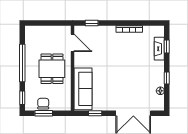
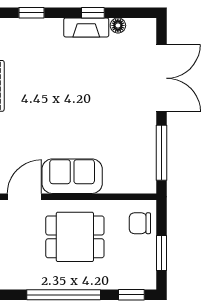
fireplace: (159, 49) -> (86, 27), moved
sofa: (83, 89) -> (72, 176), moved, width x0.73
chair: (43, 104) -> (140, 223), moved
window: (95, 113) -> (162, 153), width x2.17

